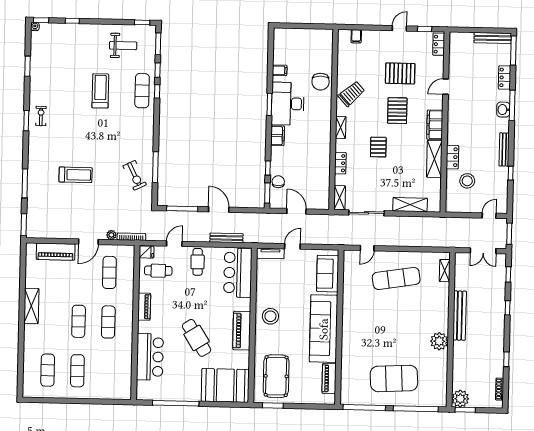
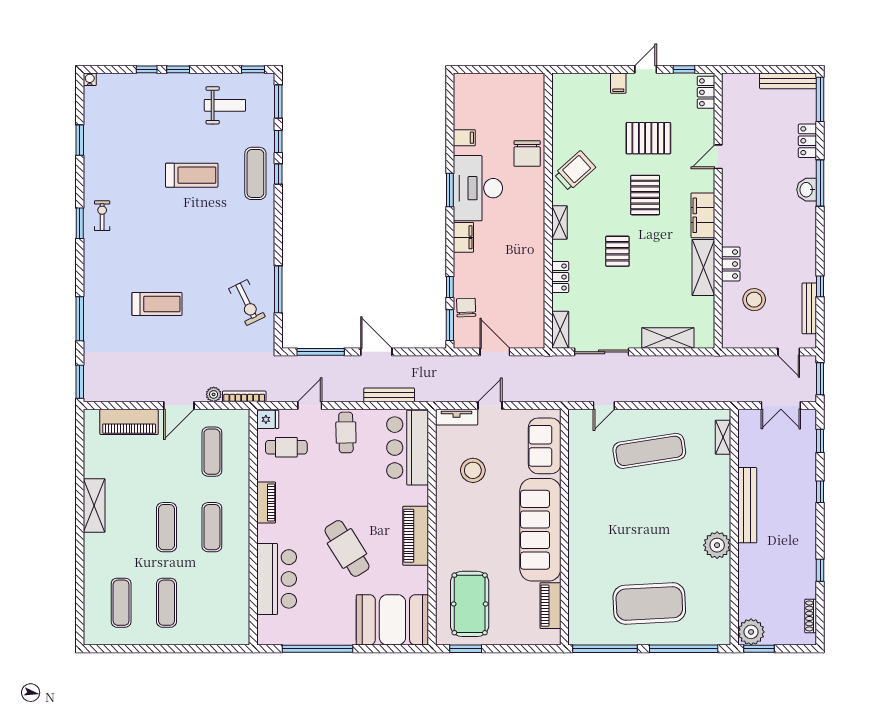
window: (41, 20) -> (178, 69), moved
filing cabinet: (356, 36) -> (618, 83), moved
treadmill: (100, 91) -> (192, 175), turned 90
bench: (504, 149) -> (809, 308), moved
door: (489, 216) -> (789, 352), swing flipped
stool: (270, 316) -> (473, 470), moved

